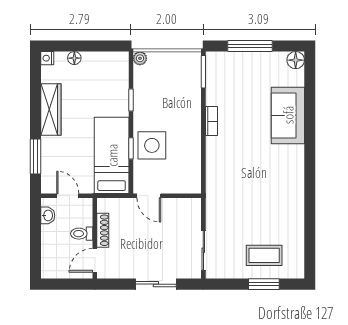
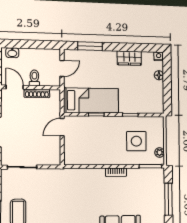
plant: (140, 58) -> (160, 153), moved
wardrobe: (51, 109) -> (129, 58), width x0.67
side table: (152, 145) -> (136, 141), moved
washbasin: (48, 215) -> (12, 53), moved

